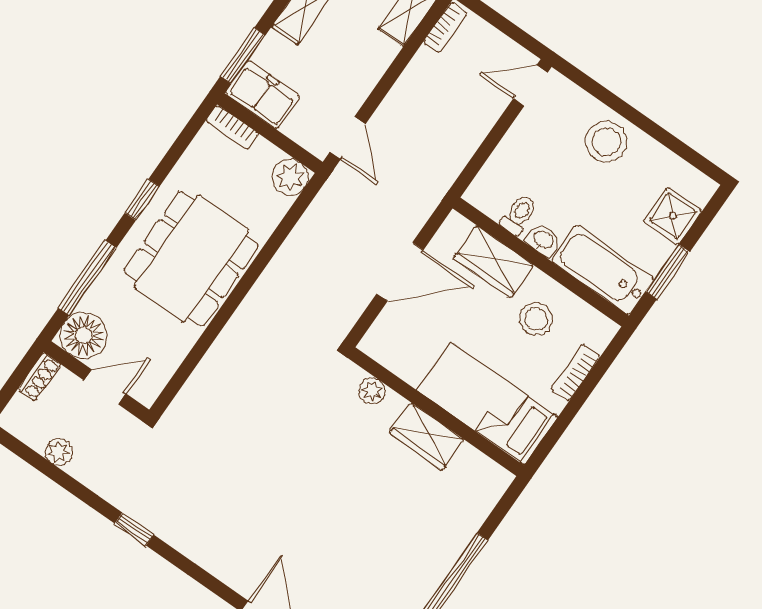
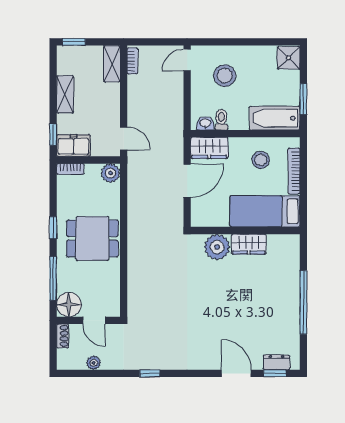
window: (243, 56) -> (53, 135), width x0.67
stool: (606, 142) -> (225, 76), moved
shower: (673, 216) -> (289, 58), moved
washbasin: (543, 240) -> (205, 123), moved
dining table: (191, 259) -> (92, 238), width x0.73
wardrobe: (493, 262) -> (209, 148), moved
bookcase: (576, 373) -> (294, 171), width x1.56
door: (105, 387) -> (94, 320), swing flipped
plant: (372, 391) -> (217, 247), width x1.88, depth x1.88

